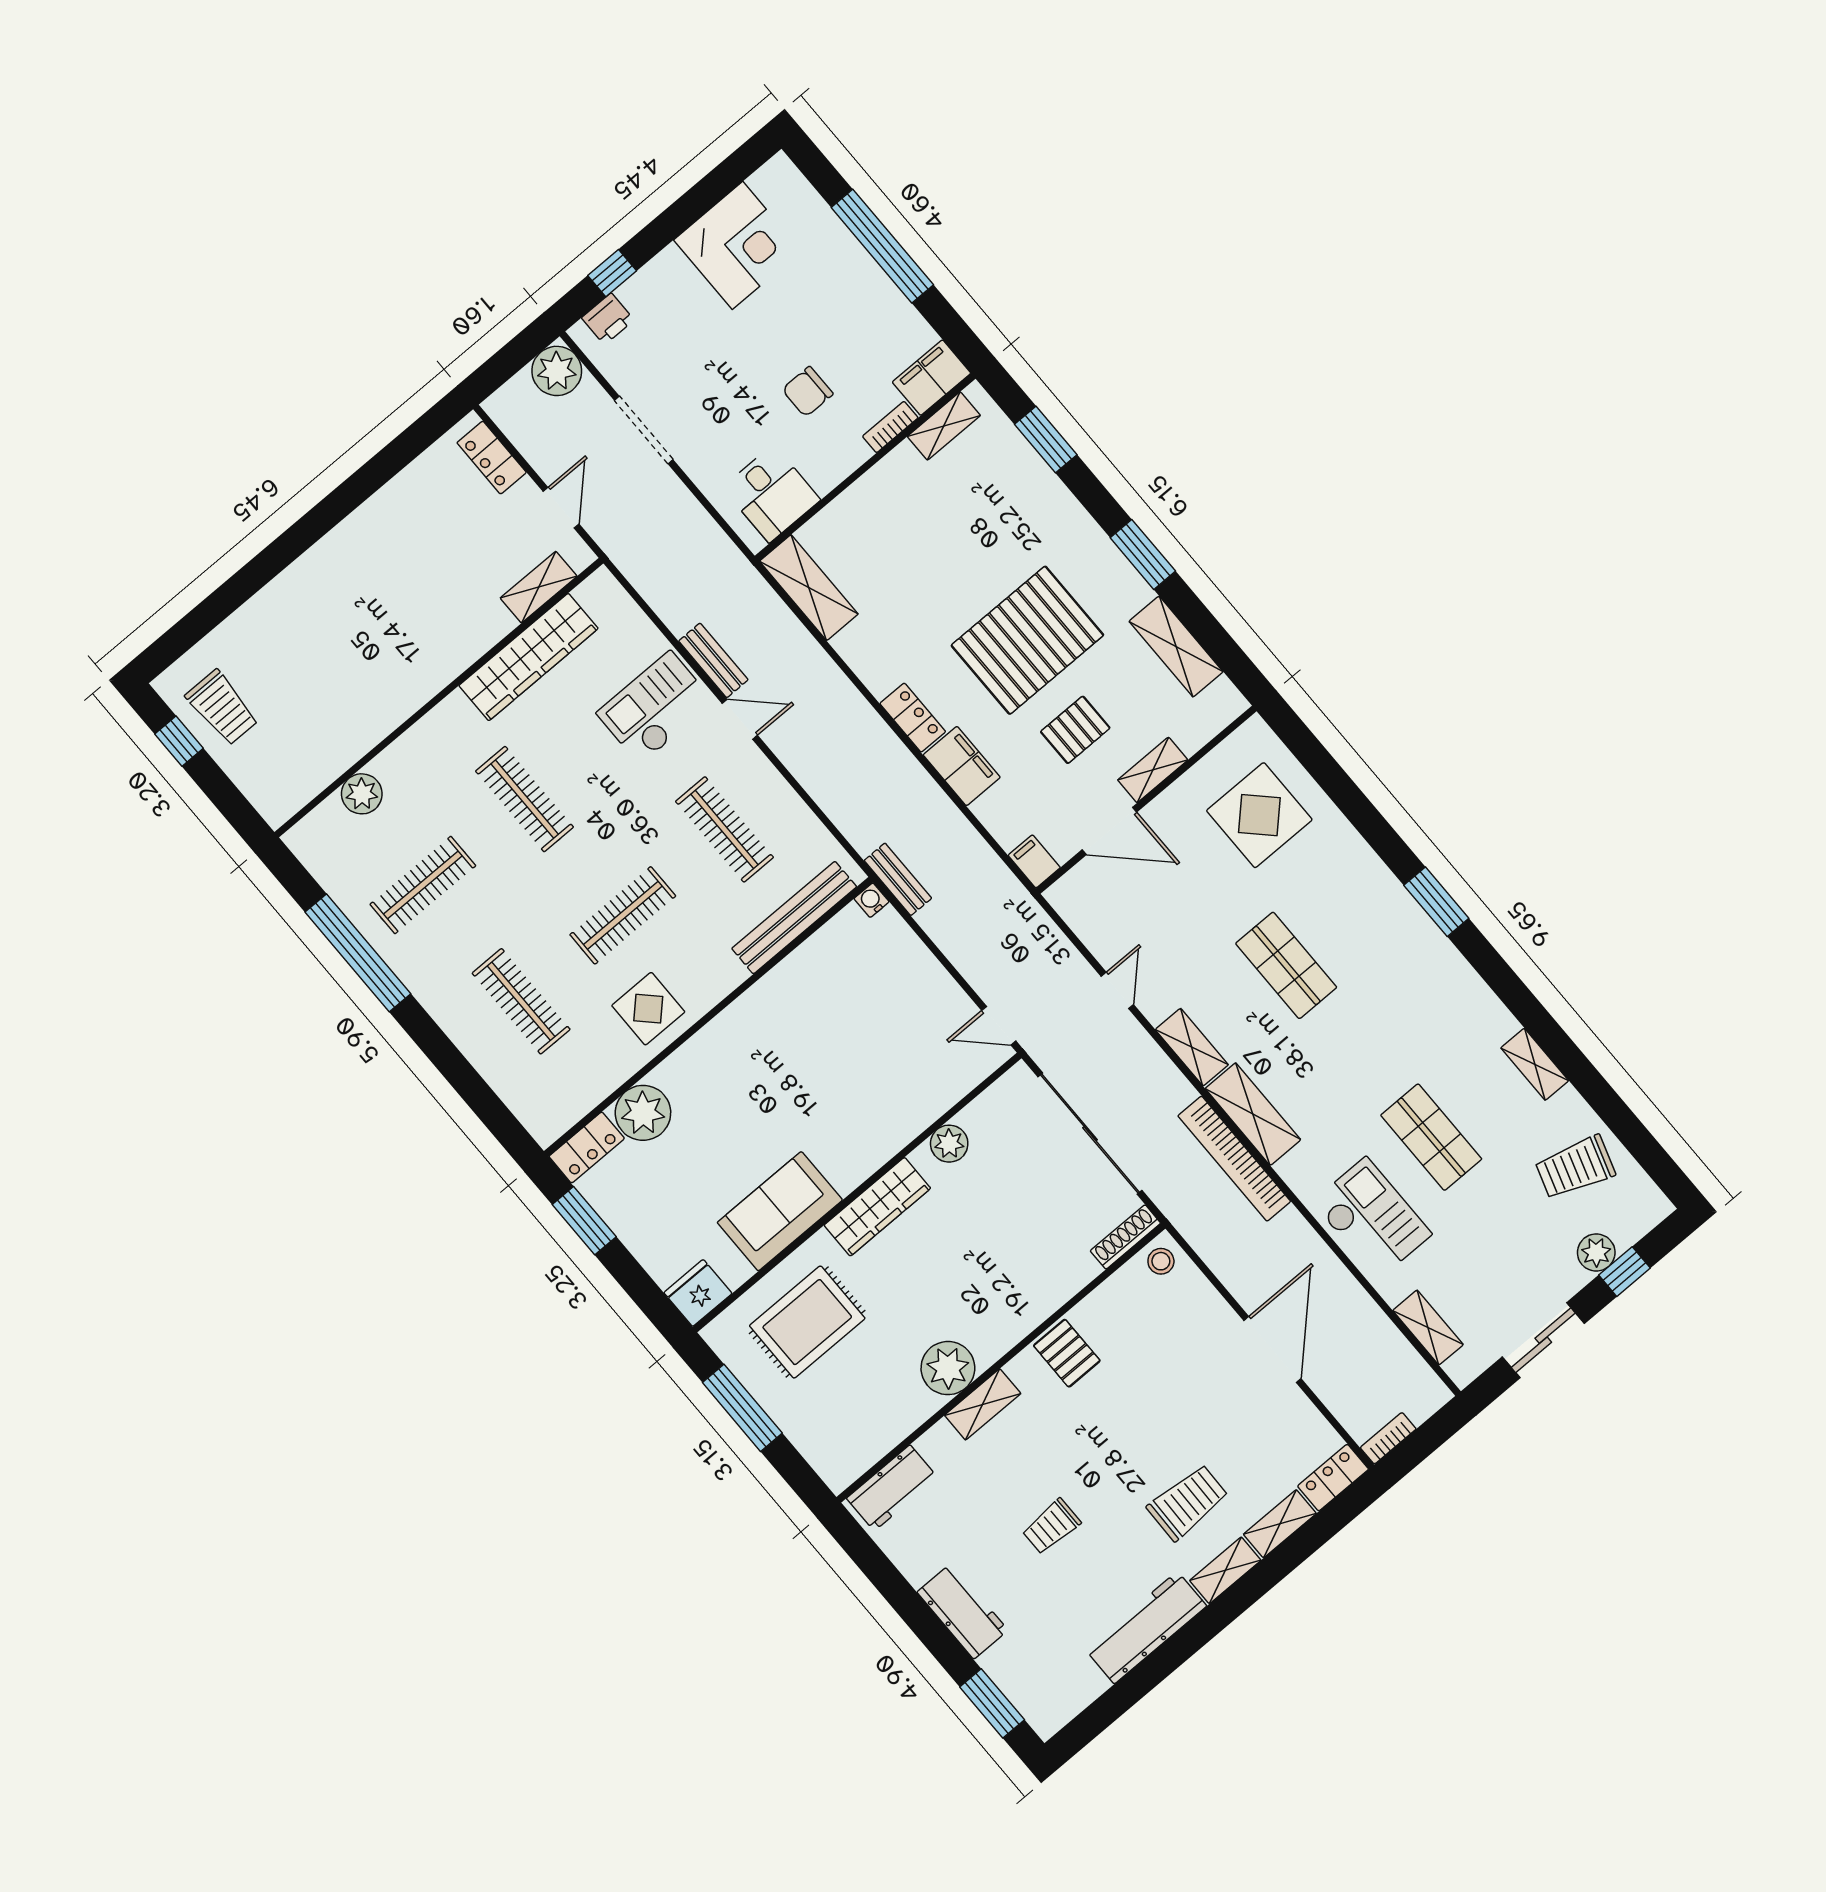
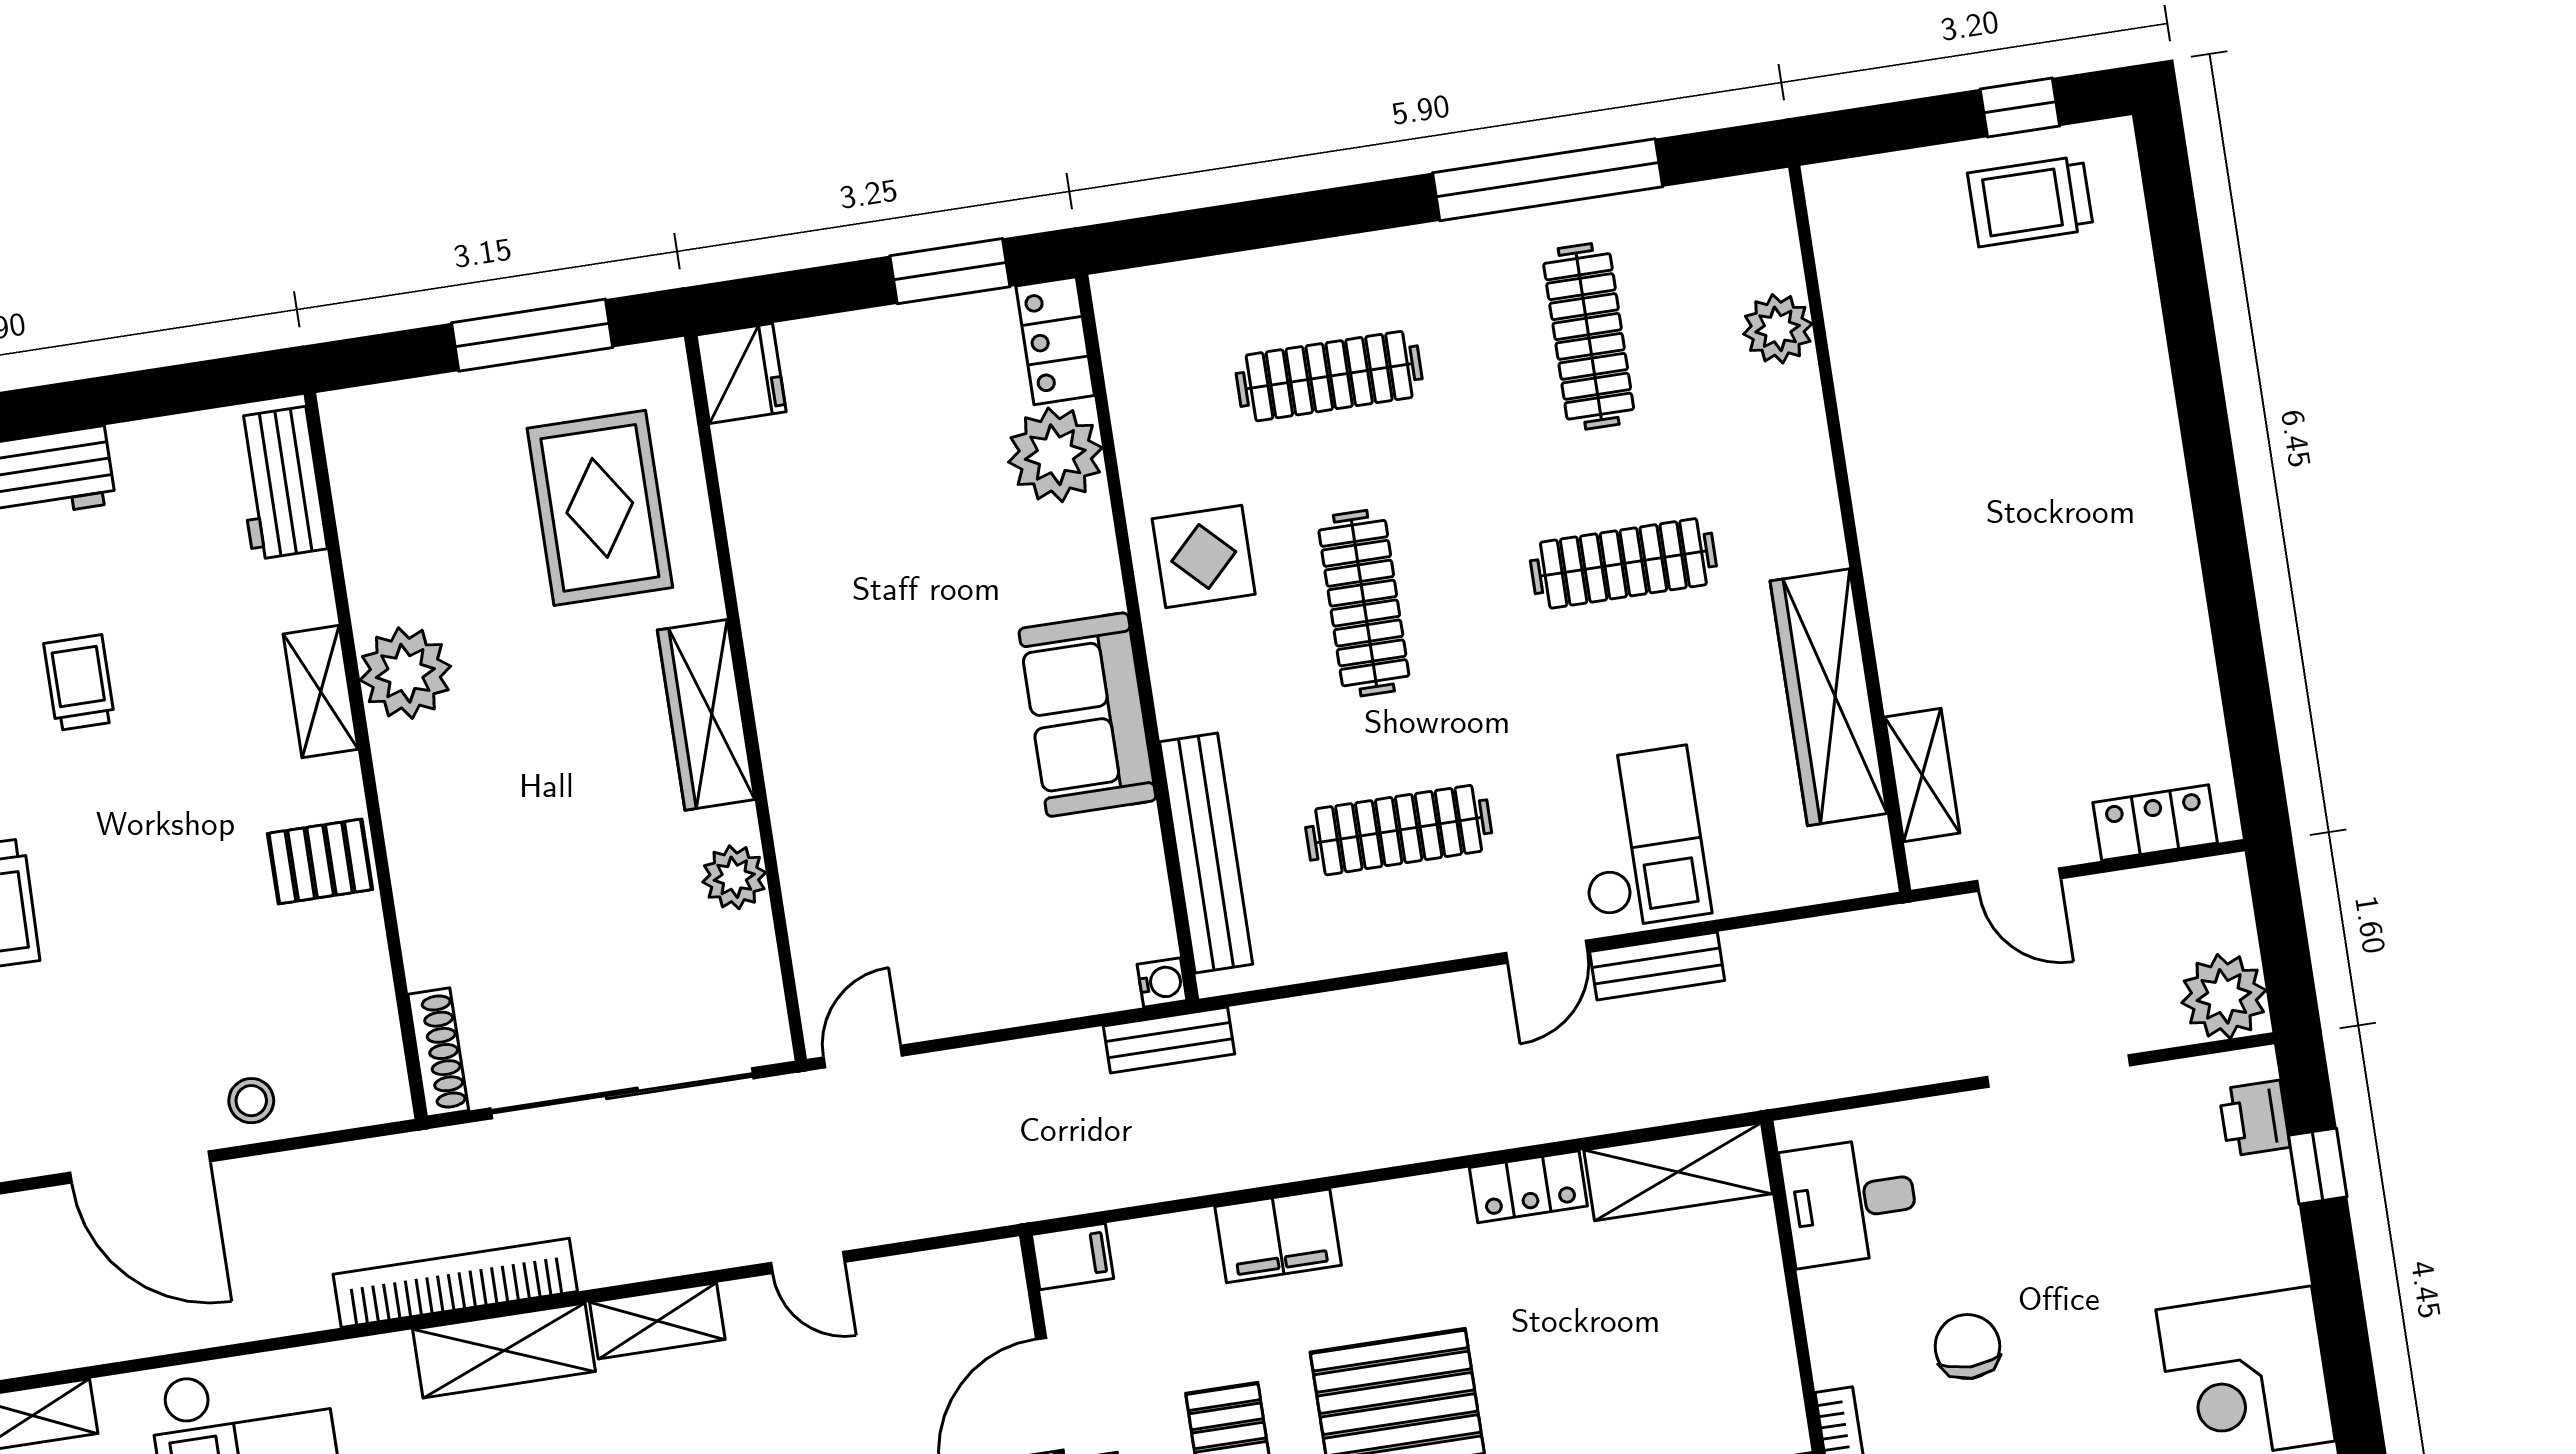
locker: (913, 718) -> (1528, 1187), moved
sofa: (780, 1211) -> (1087, 715), moved, turned 180
stool: (1161, 1261) -> (251, 1101), moved

